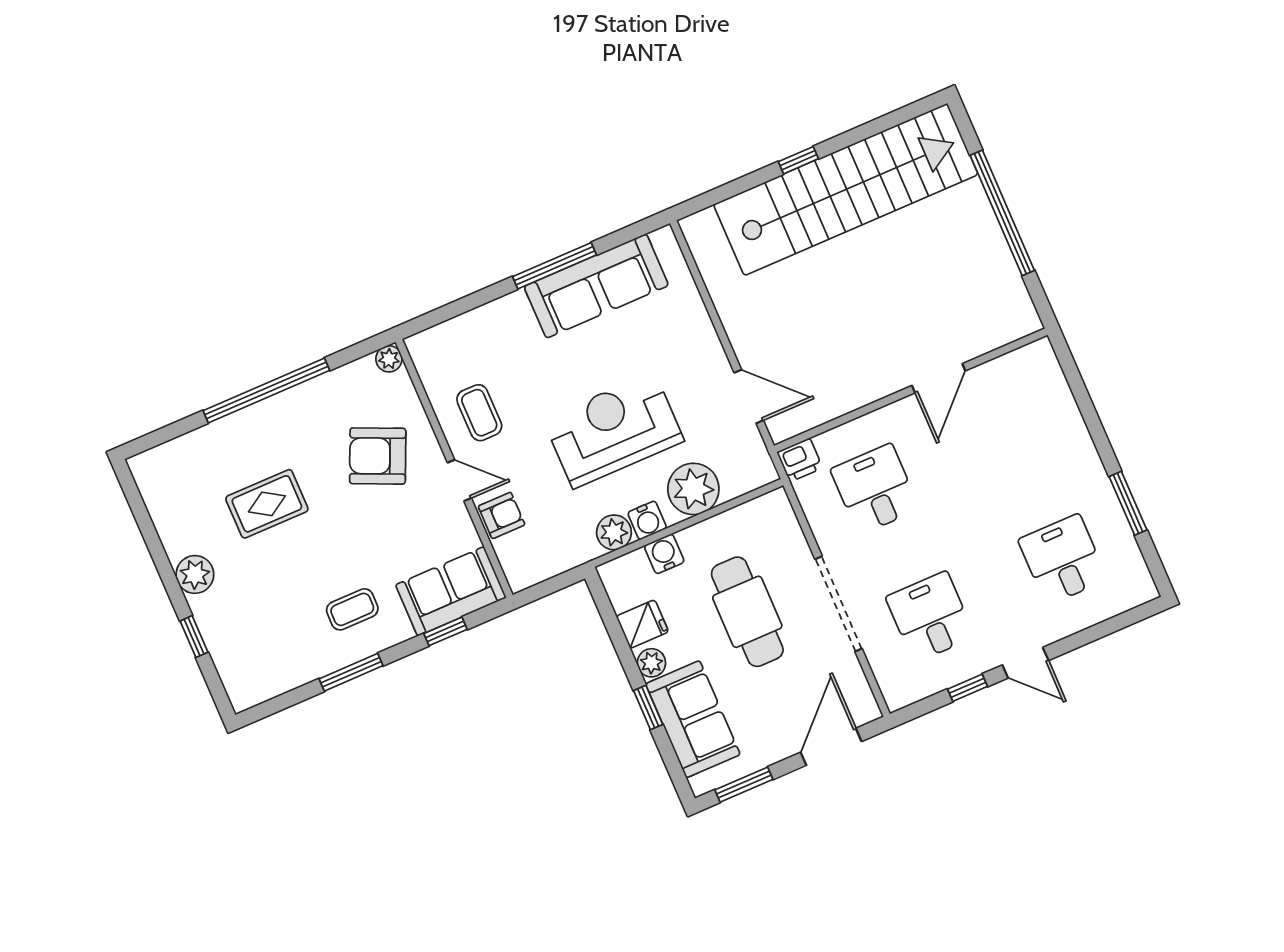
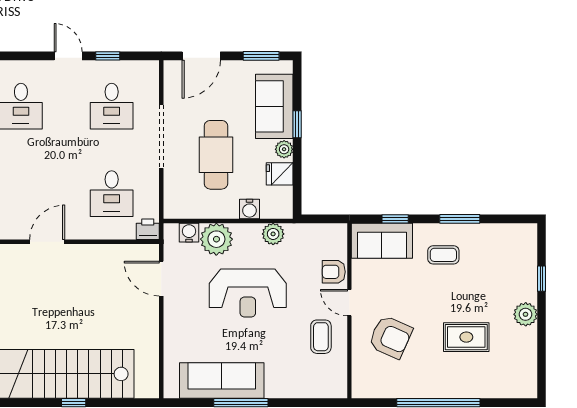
plant: (389, 359) -> (360, 390), removed
water cooler: (647, 520) -> (189, 233), moved

